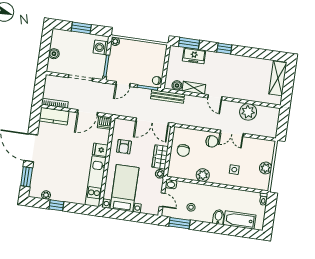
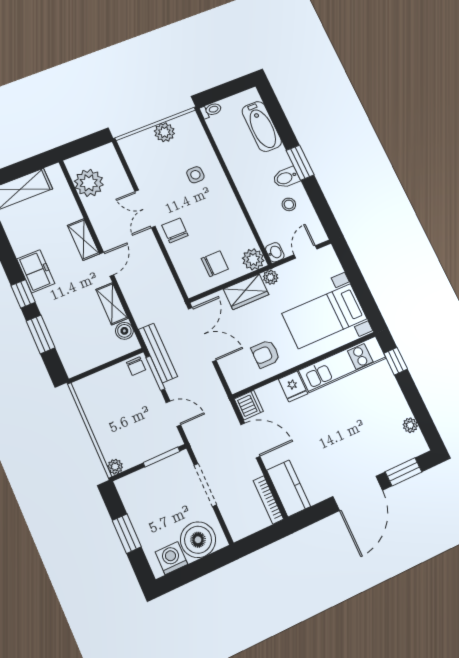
window: (189, 43) -> (41, 334), moved
washing machine: (101, 47) -> (171, 558), moved, turned 180
boiler: (54, 54) -> (198, 540), width x1.86, depth x1.86
freezer: (194, 56) -> (36, 271), moved
shelving: (234, 94) -> (83, 240), added
bench: (168, 96) -> (158, 353), moved
plant: (248, 112) -> (89, 183), moved
double door: (232, 133) -> (145, 209), swing flipped
armchair: (124, 147) -> (266, 354), turned 180
plant: (203, 175) -> (253, 259), moved
window: (56, 205) -> (396, 361), moved
bidet: (218, 217) -> (286, 178), moved
window: (179, 223) -> (300, 163), moved

